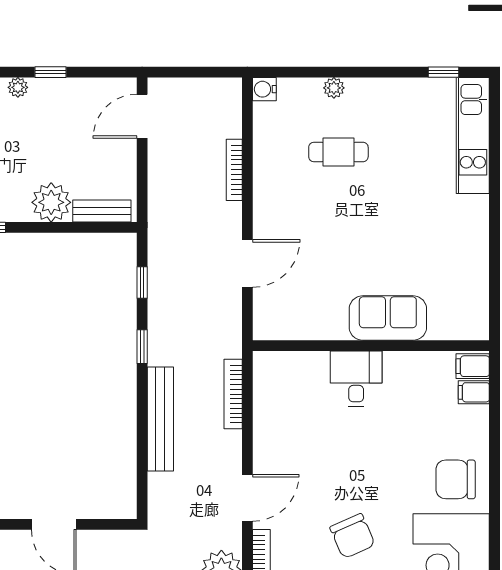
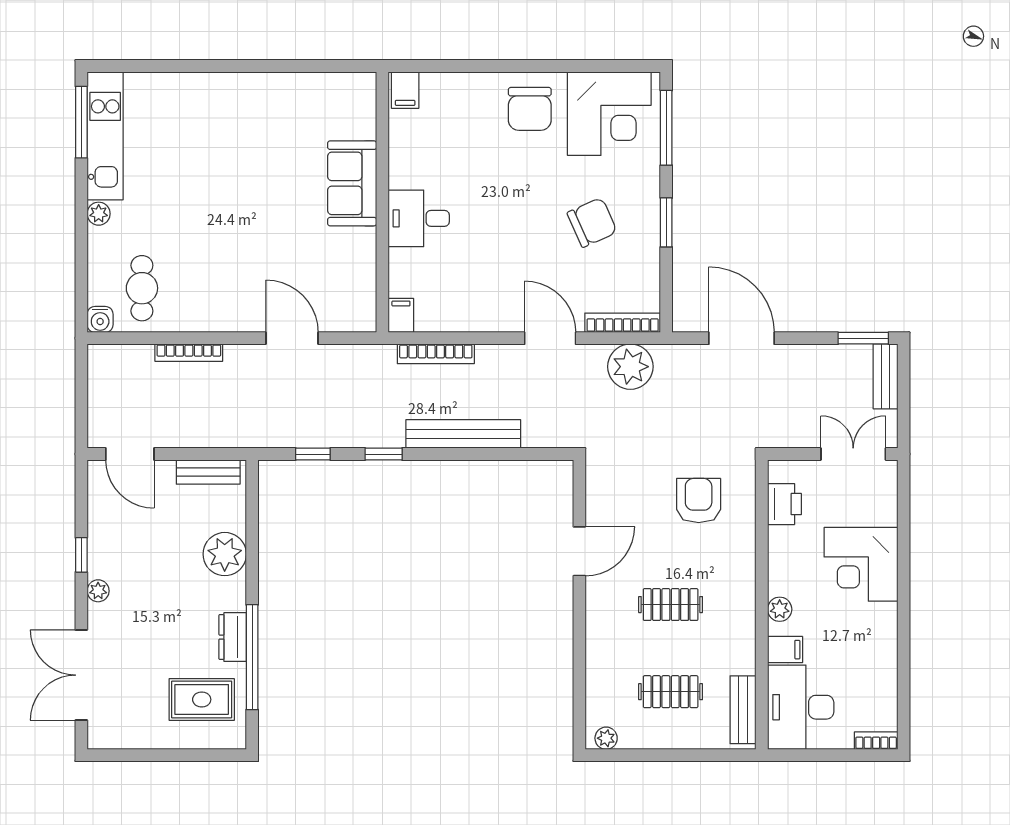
window: (444, 72) -> (81, 122), width x2.17
plant: (334, 88) -> (99, 214), moved
kitchen unit: (473, 136) -> (105, 136), moved, turned -90
cafe table: (338, 152) -> (142, 288), moved
bench: (102, 211) -> (208, 472), moved, turned 90
filing cabinet: (474, 392) -> (401, 315), moved, turned 180

